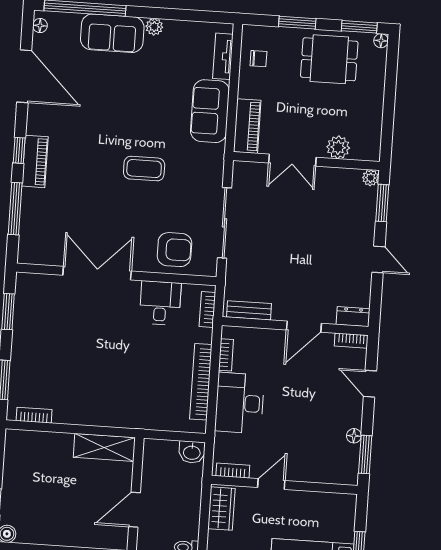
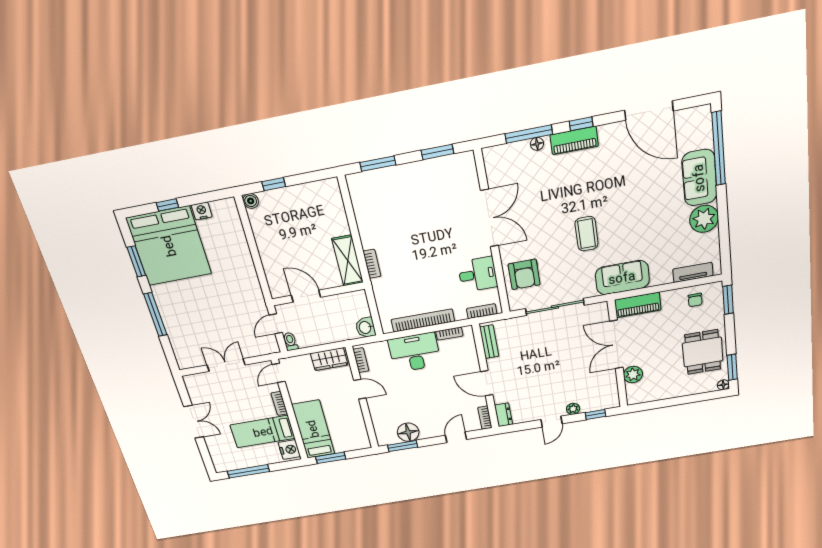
window: (297, 23) -> (728, 300), moved
floor lamp: (40, 26) -> (537, 144), moved
plant: (154, 27) -> (704, 219), width x1.88, depth x1.88
door: (24, 76) -> (649, 111), hinge flipped
sofa: (210, 111) -> (622, 278), moved
double door: (292, 160) -> (616, 345), width x1.37
plant: (371, 178) -> (573, 409), moved
window: (382, 203) -> (595, 414), width x0.67
bookcase: (34, 415) -> (372, 264), moved
floor lamp: (354, 436) -> (408, 432), width x1.89, depth x1.89

